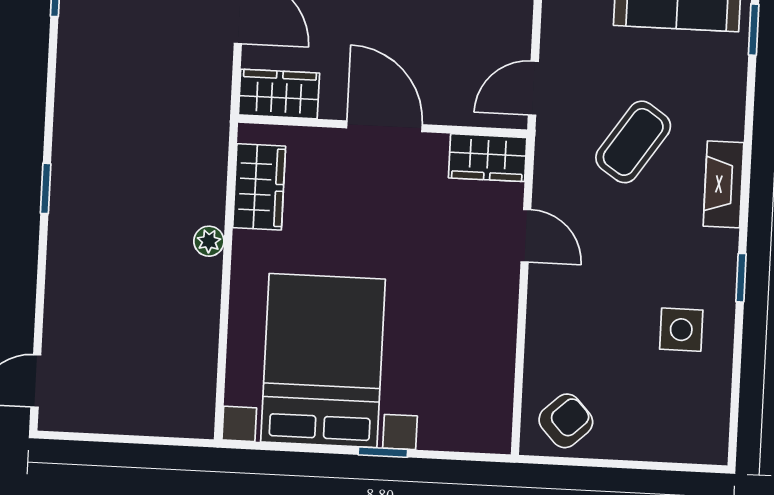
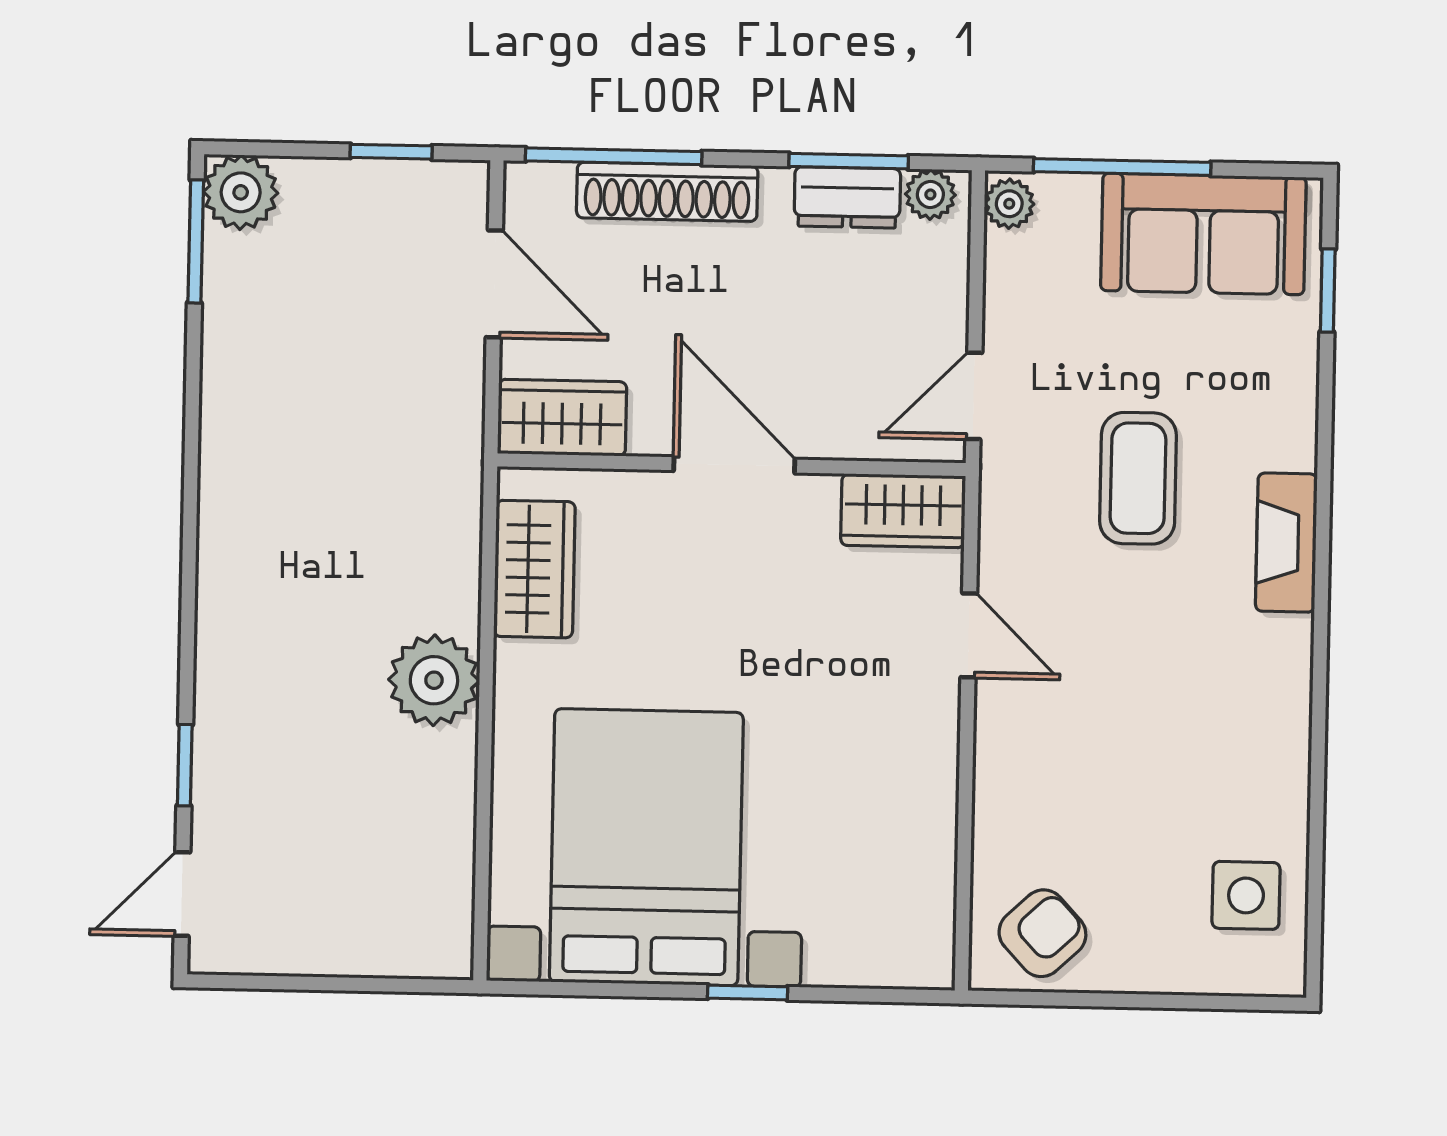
coffee table: (633, 142) -> (1138, 478), turned -34
window: (46, 188) -> (185, 765), moved
plant: (209, 241) -> (434, 680), width x1.88, depth x1.88
window: (741, 278) -> (1319, 693), removed
side table: (681, 330) -> (1246, 895), moved

